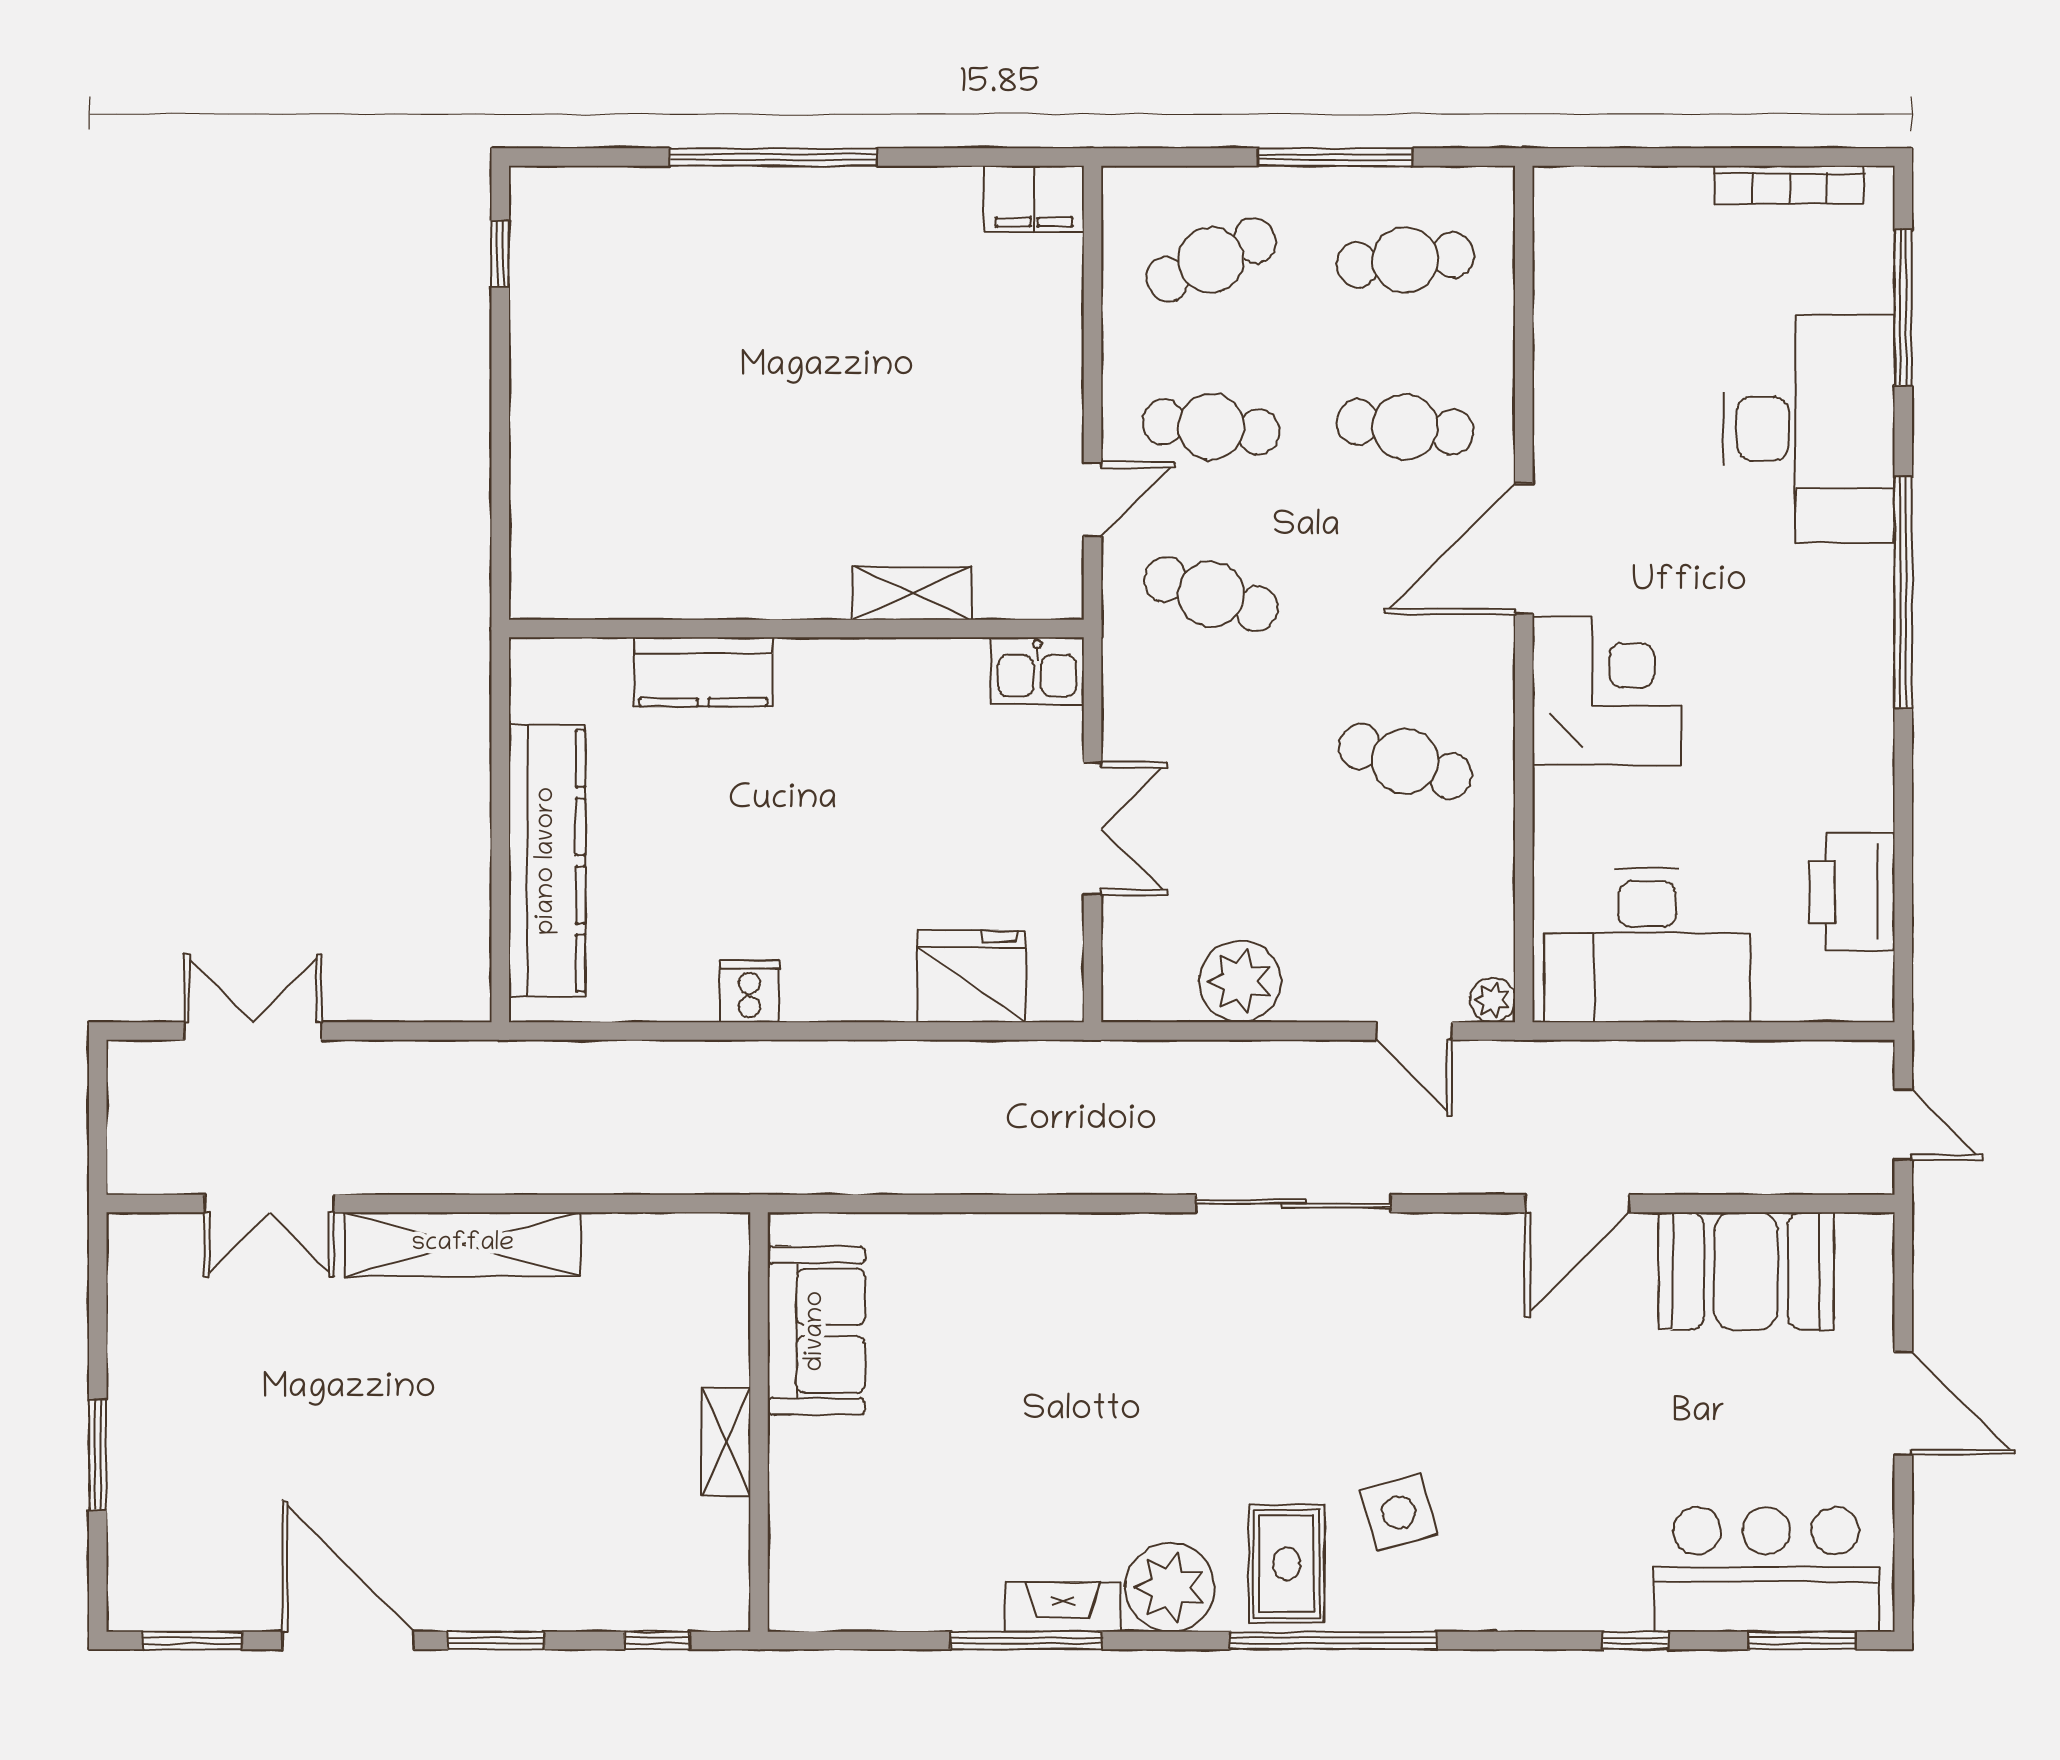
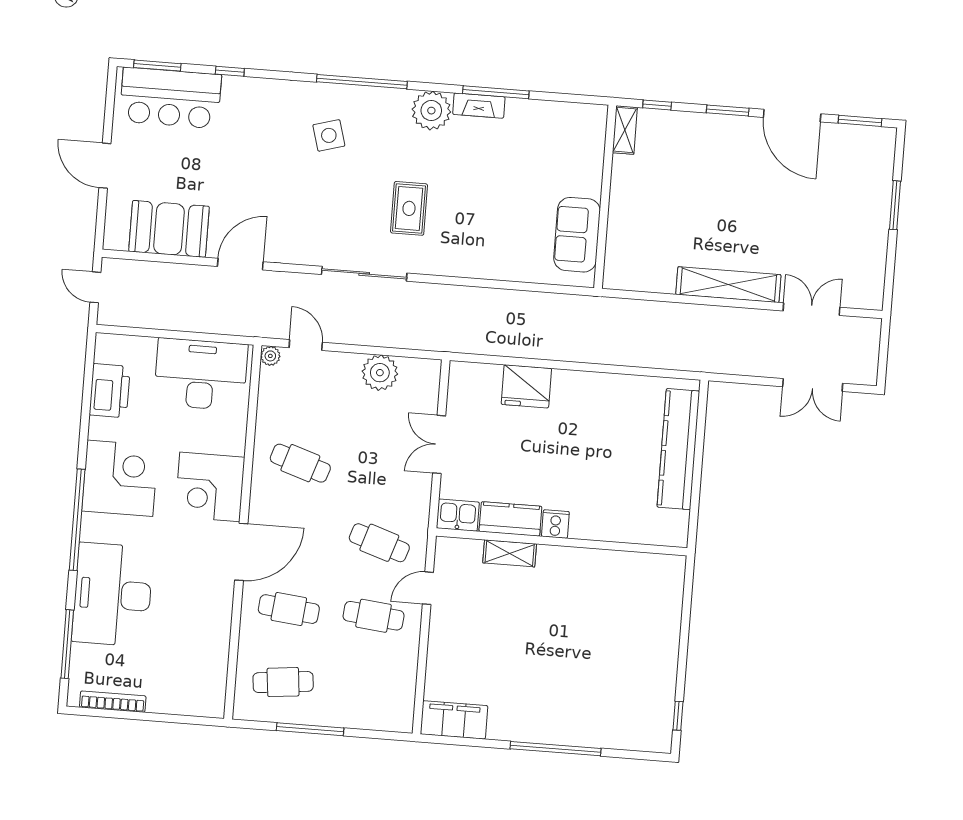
filing cabinet: (1034, 199) -> (454, 720), width x1.50, depth x1.17
cafe table: (1211, 260) -> (368, 689), removed
kitchen counter: (703, 672) -> (510, 519), moved
corner desk: (1813, 694) -> (120, 478), added
fridge: (971, 977) -> (526, 386), moved
cooker: (749, 991) -> (555, 524), moved, turned 180
shelving: (726, 1442) -> (625, 130), moved
rug: (1287, 1564) -> (409, 208), moved

